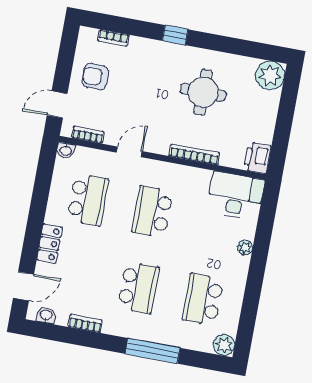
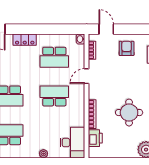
door: (129, 152) -> (87, 76), swing flipped
printer: (257, 158) -> (95, 138), moved, turned 90

